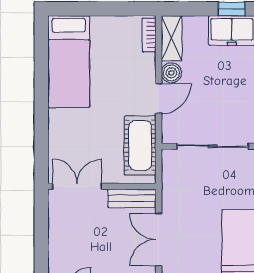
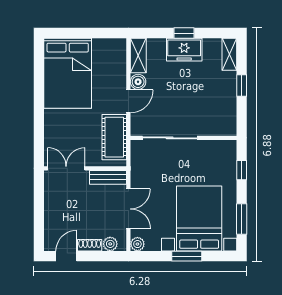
bookcase: (149, 35) -> (121, 53), removed
bed: (69, 62) -> (68, 73), width x1.50
double door: (159, 240) -> (128, 209), swing flipped

